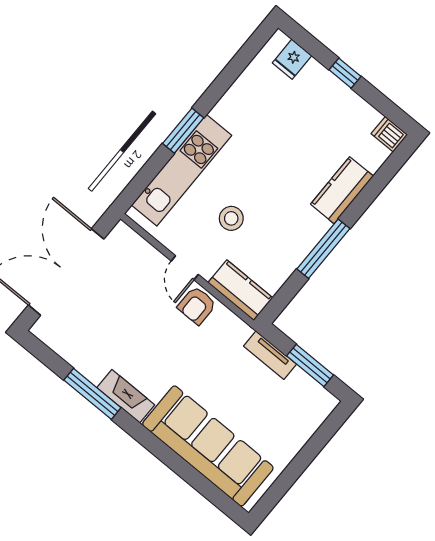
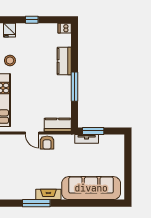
stool: (231, 218) -> (10, 60), moved
window: (310, 365) -> (93, 131), moved

